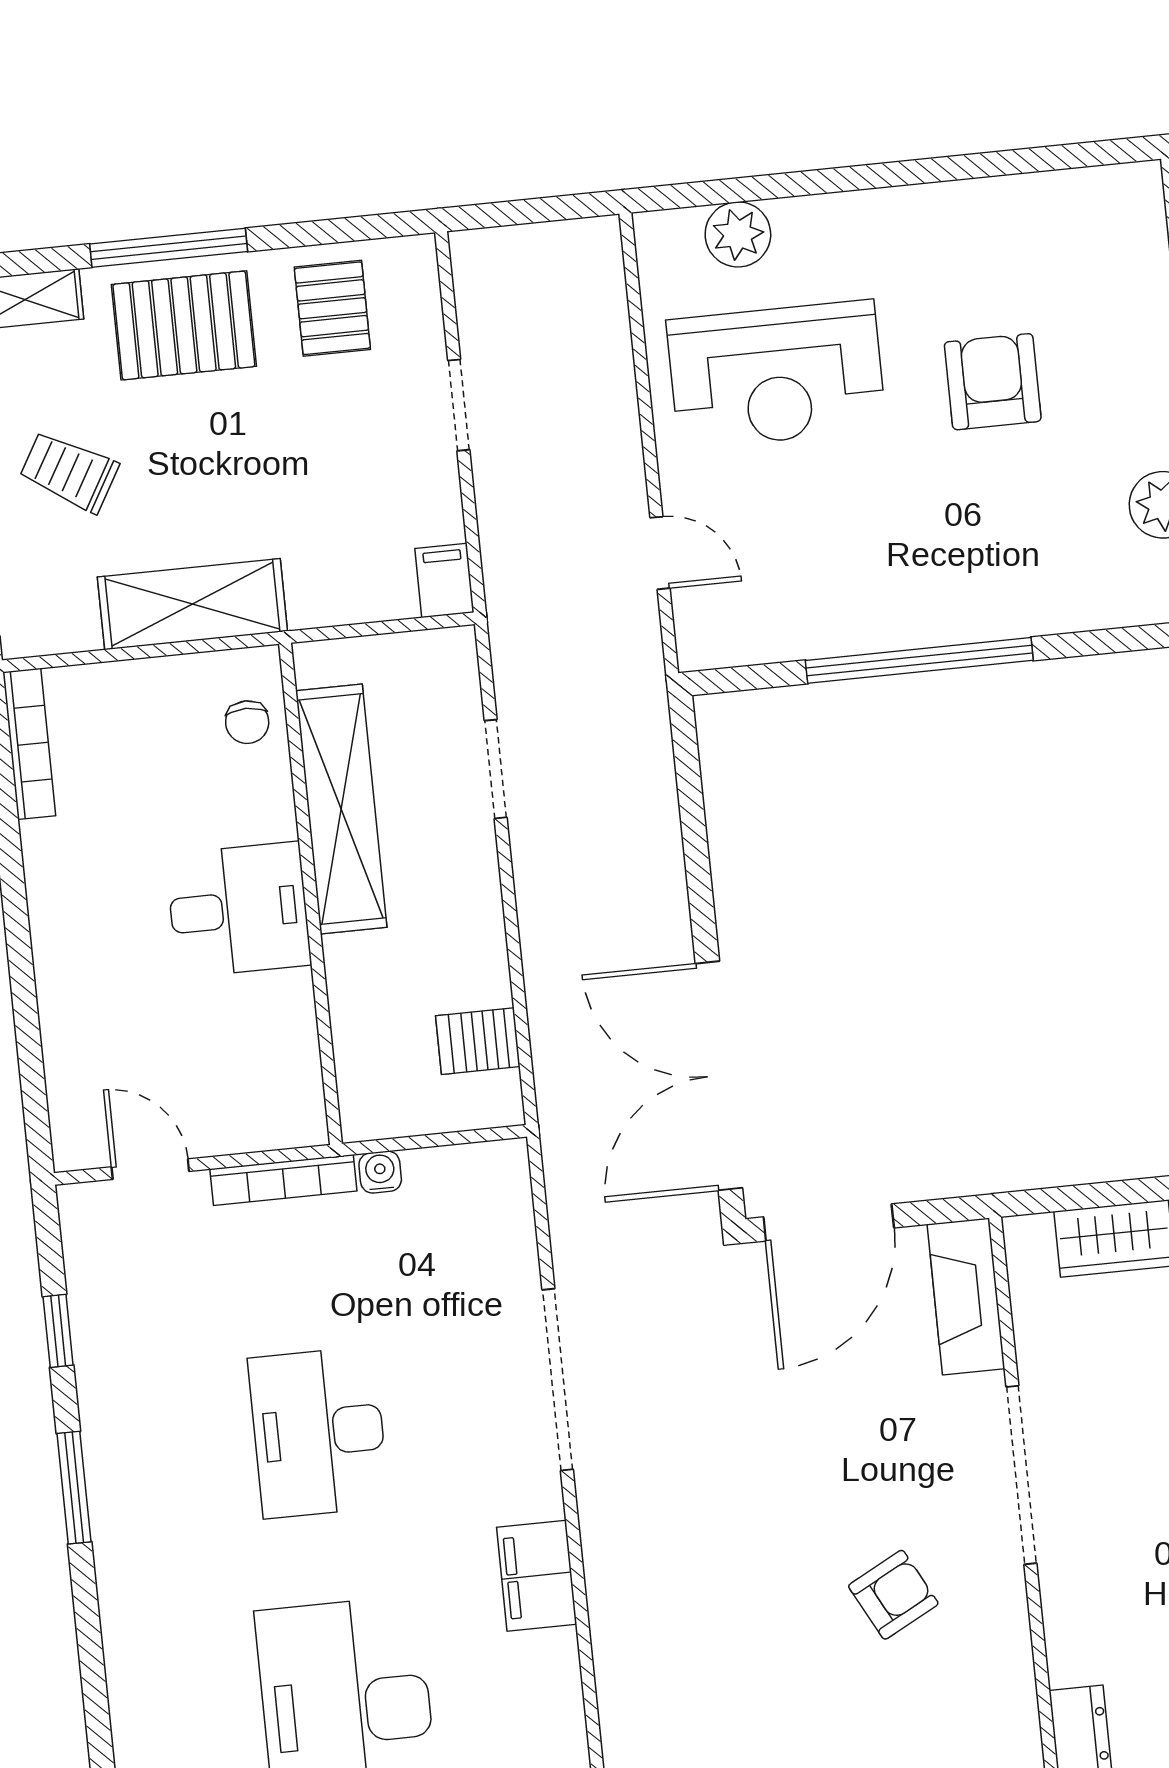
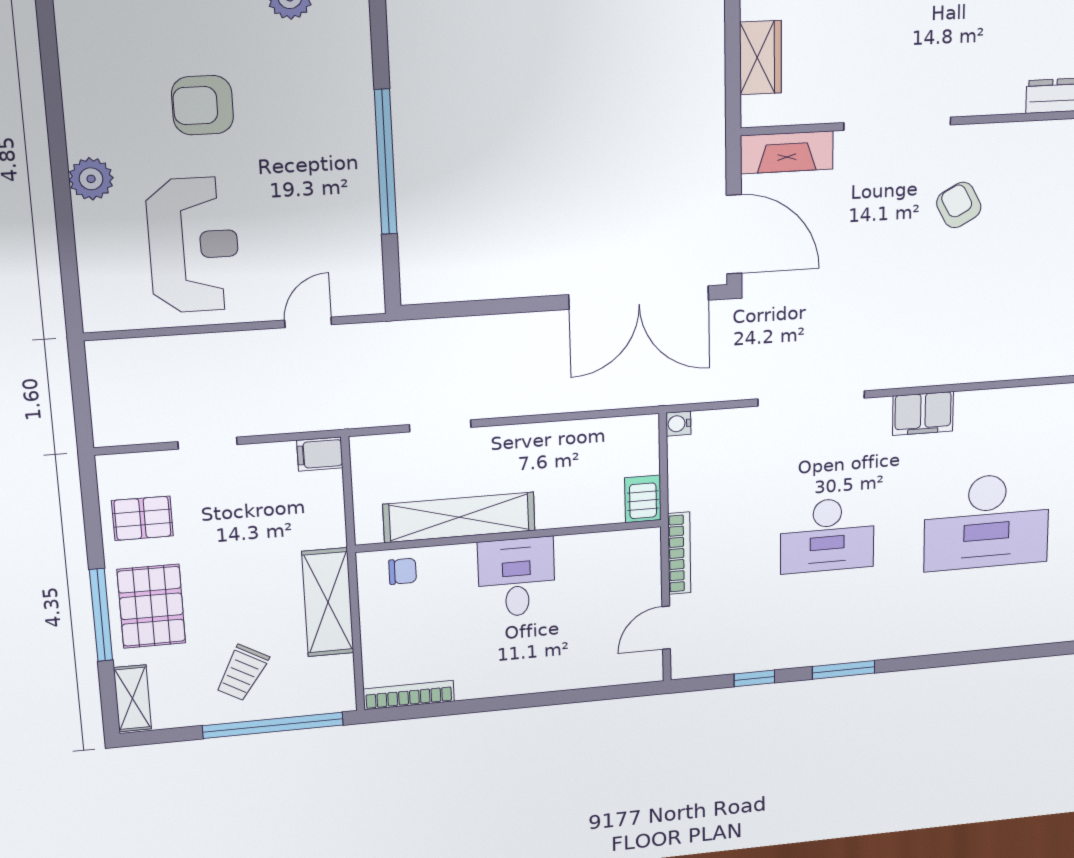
plant: (738, 234) -> (91, 179), moved
server rack: (478, 1041) -> (643, 499), moved, turned 180
water cooler: (380, 1172) -> (678, 424), moved

